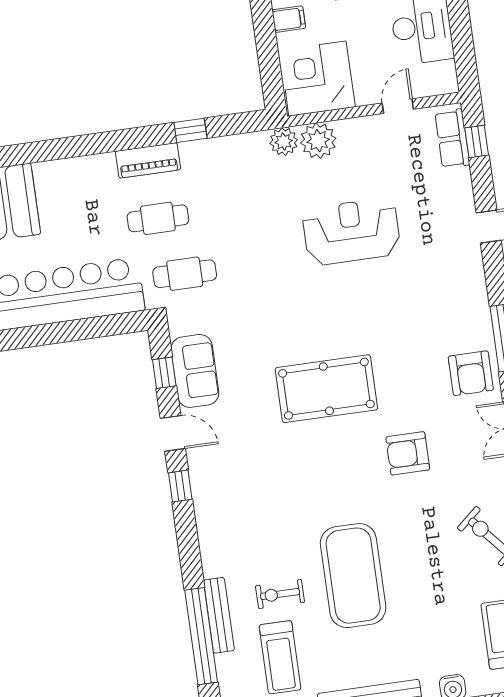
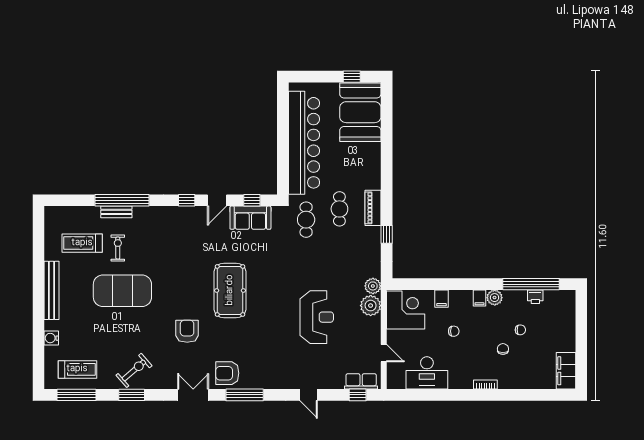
bench: (219, 615) -> (116, 212), width x0.73
window: (201, 636) -> (122, 200), moved

